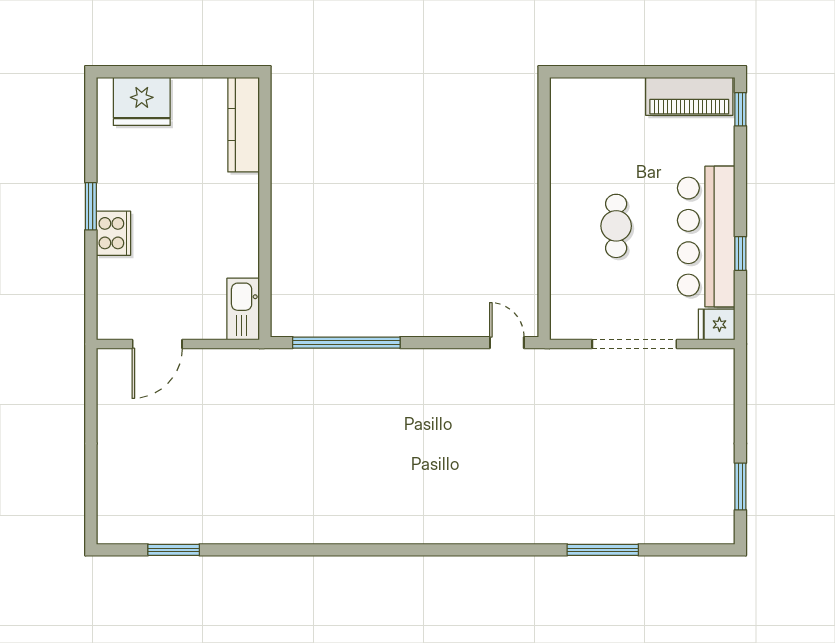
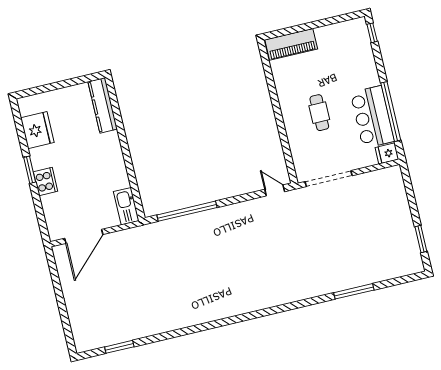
piano: (689, 96) -> (291, 44), moved
fridge: (142, 101) -> (37, 130), moved, turned -90
bar counter: (706, 237) -> (372, 117), width x0.73
window: (740, 253) -> (391, 112), width x3.17
door: (157, 344) -> (84, 236), width x1.36
doorway: (634, 344) -> (329, 179), moved

